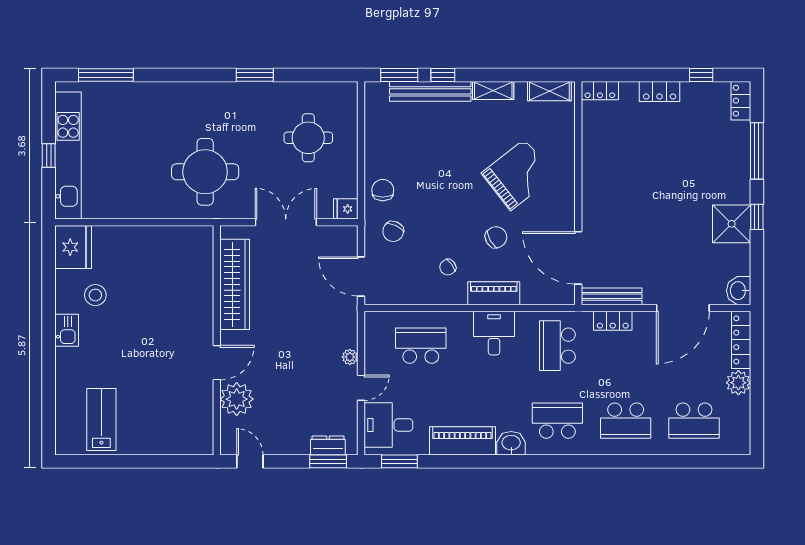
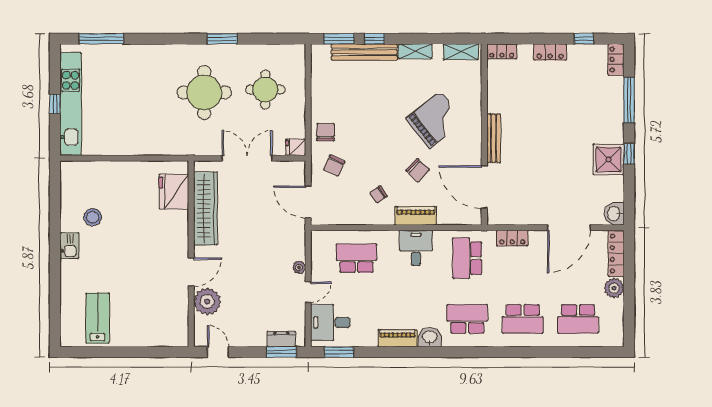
round table: (205, 172) -> (204, 93), moved
chair: (496, 237) -> (418, 170), turned 74
fridge: (73, 247) -> (174, 192), moved, turned 180
bench: (612, 296) -> (494, 138), moved, turned 90
piano: (463, 441) -> (398, 338), width x0.73, depth x0.75

